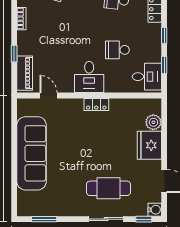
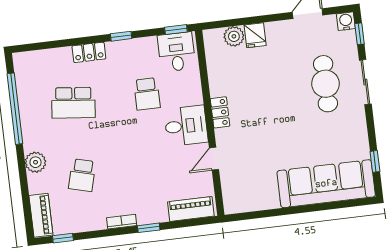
window: (14, 54) -> (149, 228), moved
window: (164, 65) -> (176, 30), moved
door: (48, 96) -> (214, 159), moved
fridge: (149, 145) -> (255, 35), width x0.53, depth x0.75
sofa: (32, 153) -> (326, 184), moved
window: (44, 219) -> (375, 161), width x0.67

